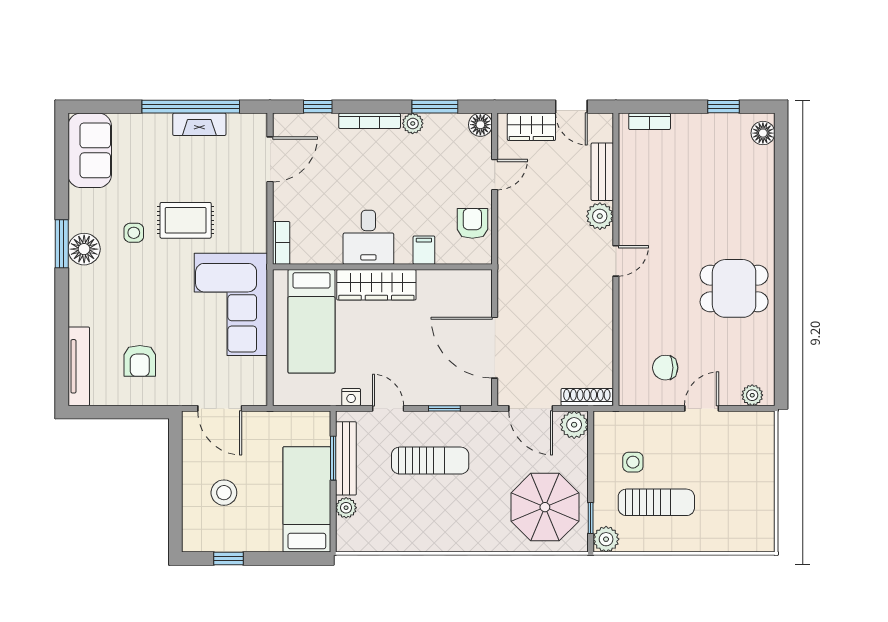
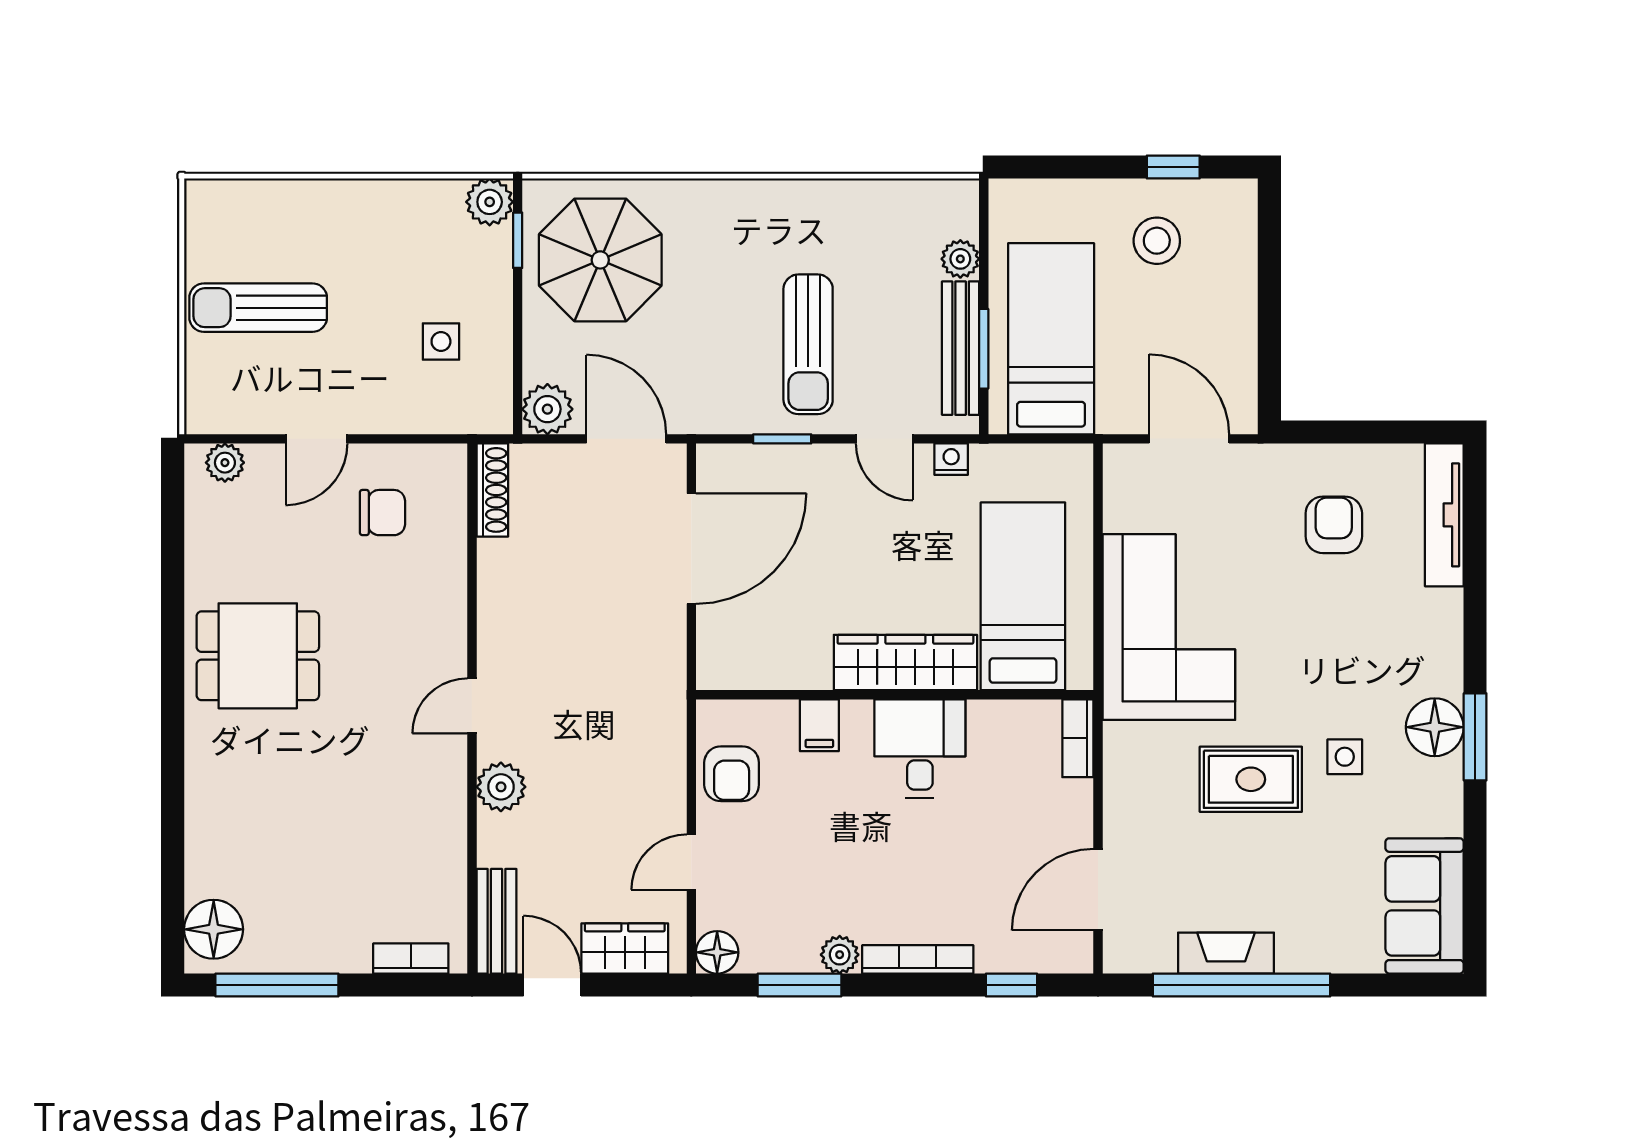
window: (724, 107) -> (277, 985), width x2.17
floor lamp: (763, 133) -> (214, 929), width x1.38, depth x1.38
bench: (602, 172) -> (497, 921), moved
door: (495, 348) -> (691, 549), hinge flipped
shoe rack: (587, 397) -> (492, 490), moved, turned -90
sun lounger: (430, 461) -> (808, 344), turned -90
stool: (224, 493) -> (1157, 241), moved
bed: (307, 499) -> (1051, 339), moved, turned 180
sun lounger: (656, 502) -> (258, 308), moved

